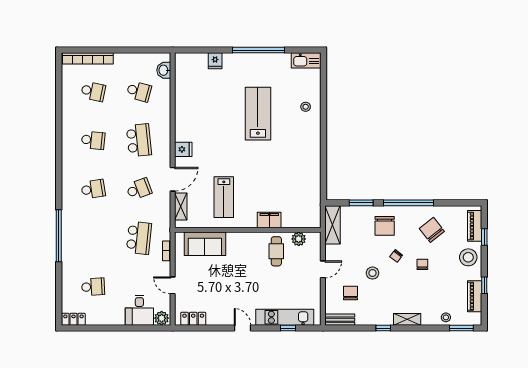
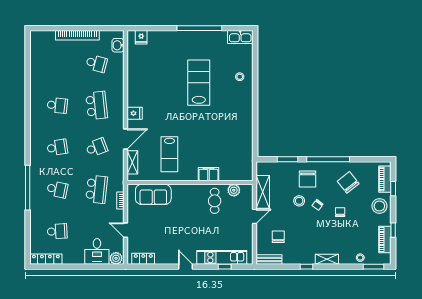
bookcase: (88, 58) -> (77, 35), moved
fridge: (215, 61) -> (141, 37), moved
school desk: (93, 91) -> (57, 189), moved
shelving: (332, 225) -> (263, 192), moved
stool: (373, 273) -> (299, 201), moved
locker: (73, 319) -> (46, 259), width x1.53

